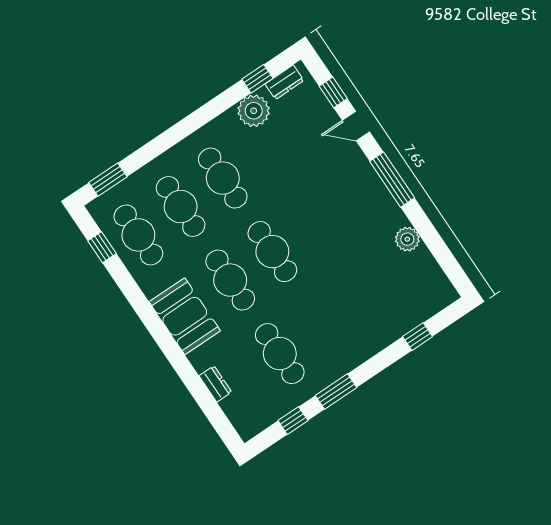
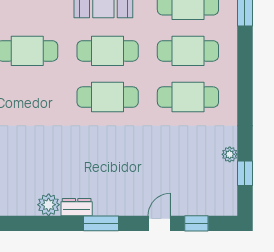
dresser: (284, 82) -> (77, 207), moved, turned 90
plant: (254, 111) -> (230, 154), width x0.53, depth x0.53
window: (392, 180) -> (101, 223), width x0.69

